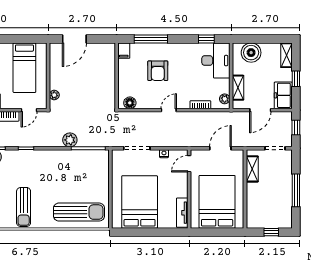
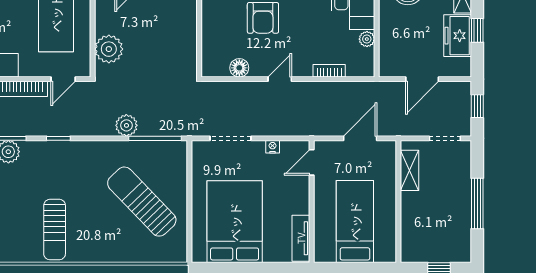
shelving: (238, 88) -> (387, 44), removed
plant: (54, 95) -> (109, 49), width x1.87, depth x1.87
freezer: (283, 95) -> (458, 36), moved
plant: (225, 99) -> (367, 39), moved
floor lamp: (130, 103) -> (239, 68), moved
bed: (217, 202) -> (355, 221), width x0.67
sun lounger: (79, 212) -> (142, 202), moved, turned -134

